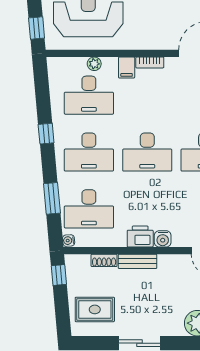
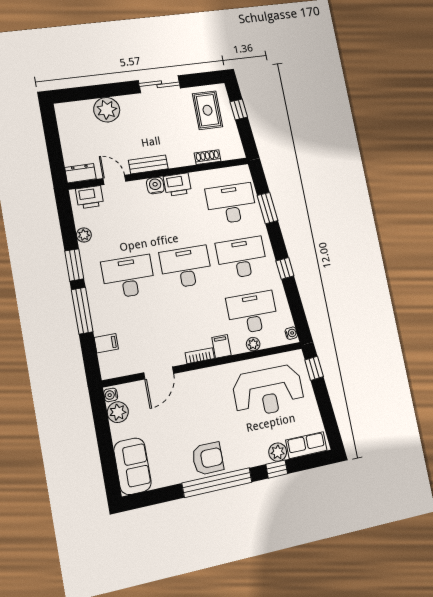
water cooler: (69, 241) -> (291, 333), moved
bench: (138, 261) -> (148, 164), moved
window: (59, 275) -> (239, 109), moved
rug: (95, 309) -> (207, 110), turned 90

